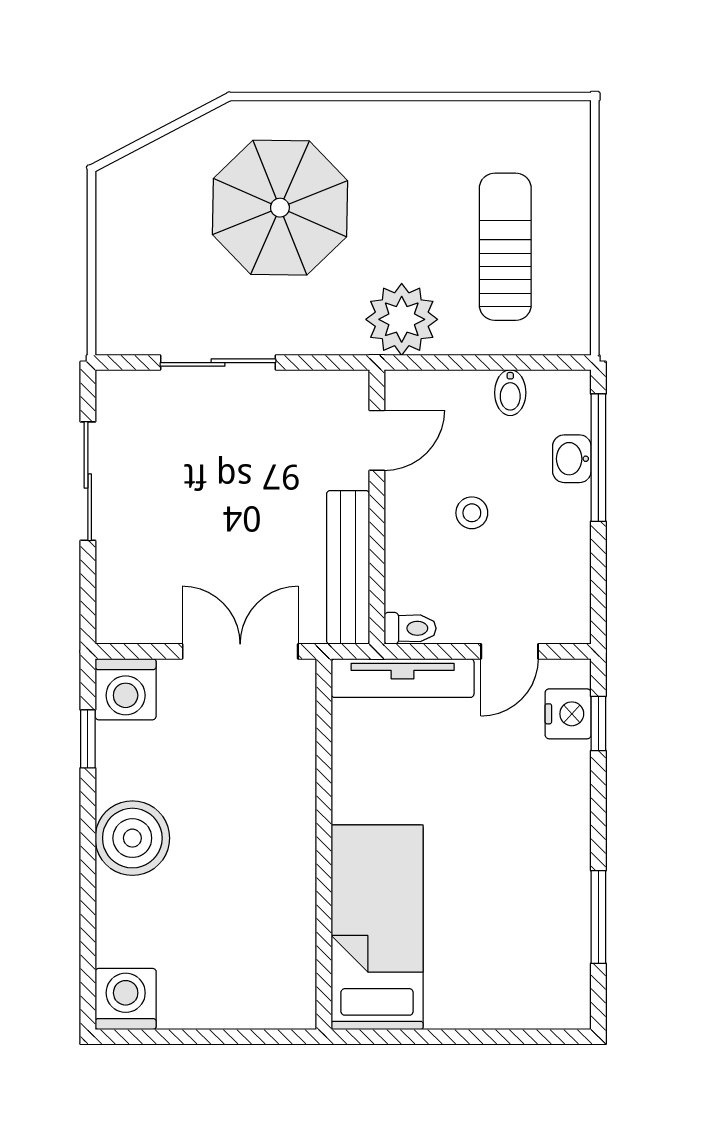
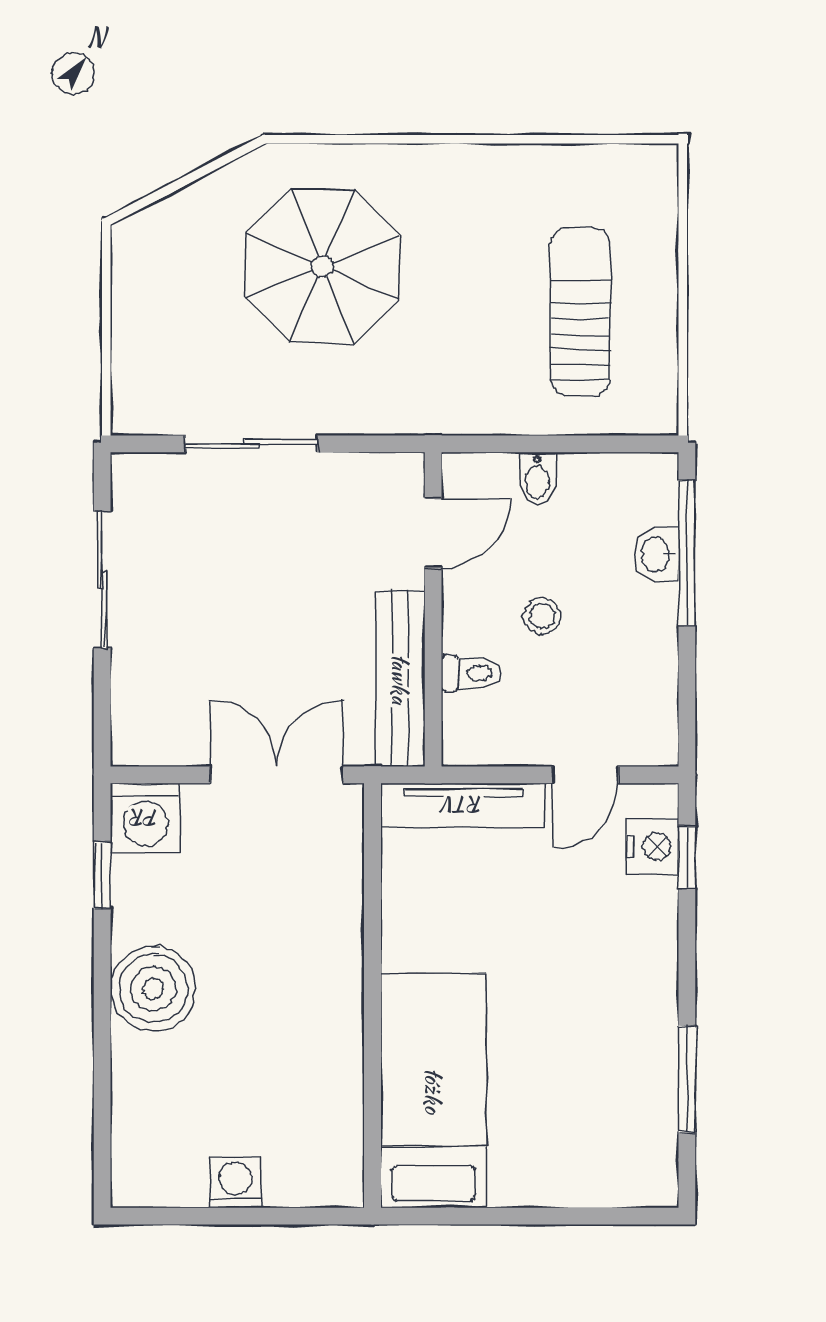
plant: (402, 319) -> (462, 394), removed
bidet: (510, 393) -> (537, 478), moved
toilet: (410, 628) -> (471, 673), moved
washing machine: (126, 999) -> (236, 1182), moved, width x0.73, depth x0.73

